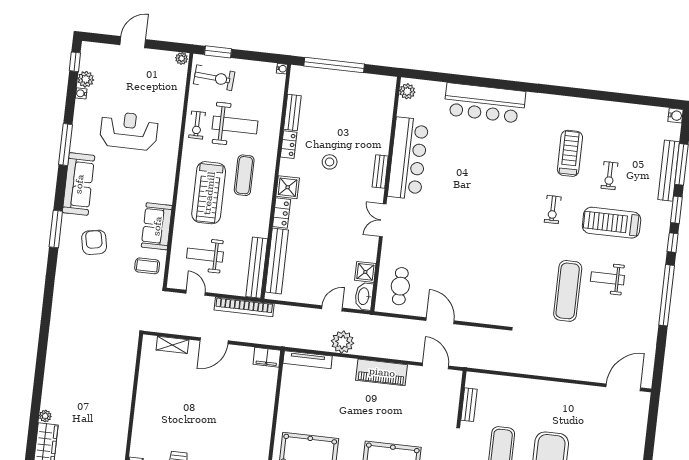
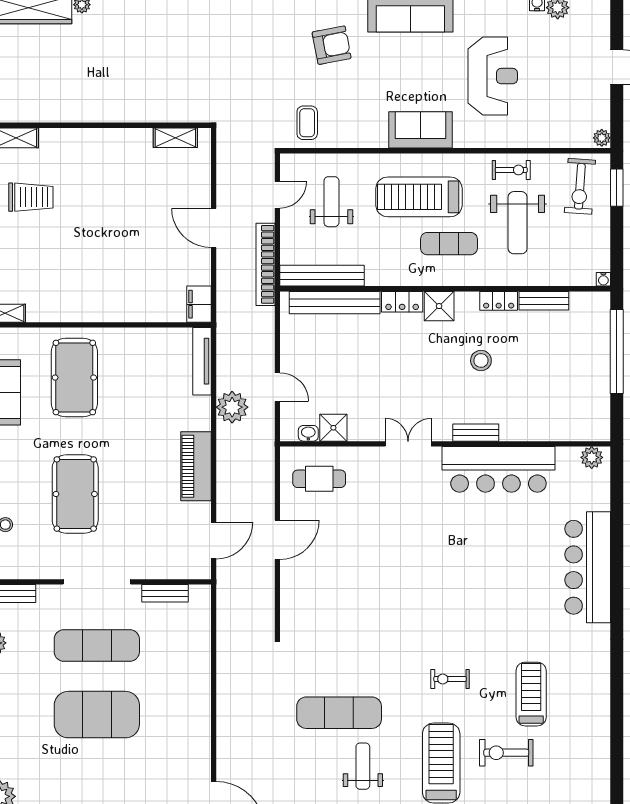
exercise bike: (197, 125) -> (511, 170), turned 180
treadmill: (570, 153) -> (531, 694), turned -90
exercise bike: (610, 176) -> (506, 753), width x1.38, depth x1.39
sofa: (157, 226) -> (421, 130), moved
washbasin: (364, 296) -> (308, 433), width x0.52, depth x0.69
shelving: (172, 345) -> (175, 138), moved, turned 90

